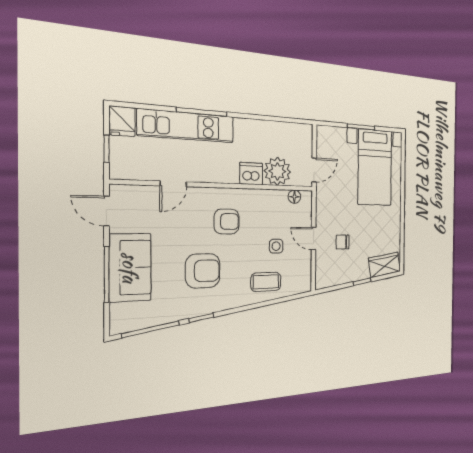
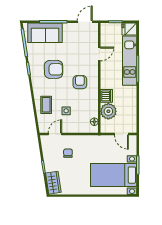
door: (314, 170) -> (121, 134), moved
door: (173, 184) -> (99, 54), swing flipped
armchair: (227, 221) -> (80, 82), turned 180
door: (314, 238) -> (55, 134), moved
sofa: (130, 268) -> (45, 33), moved
armchair: (203, 271) -> (54, 69), turned -91

